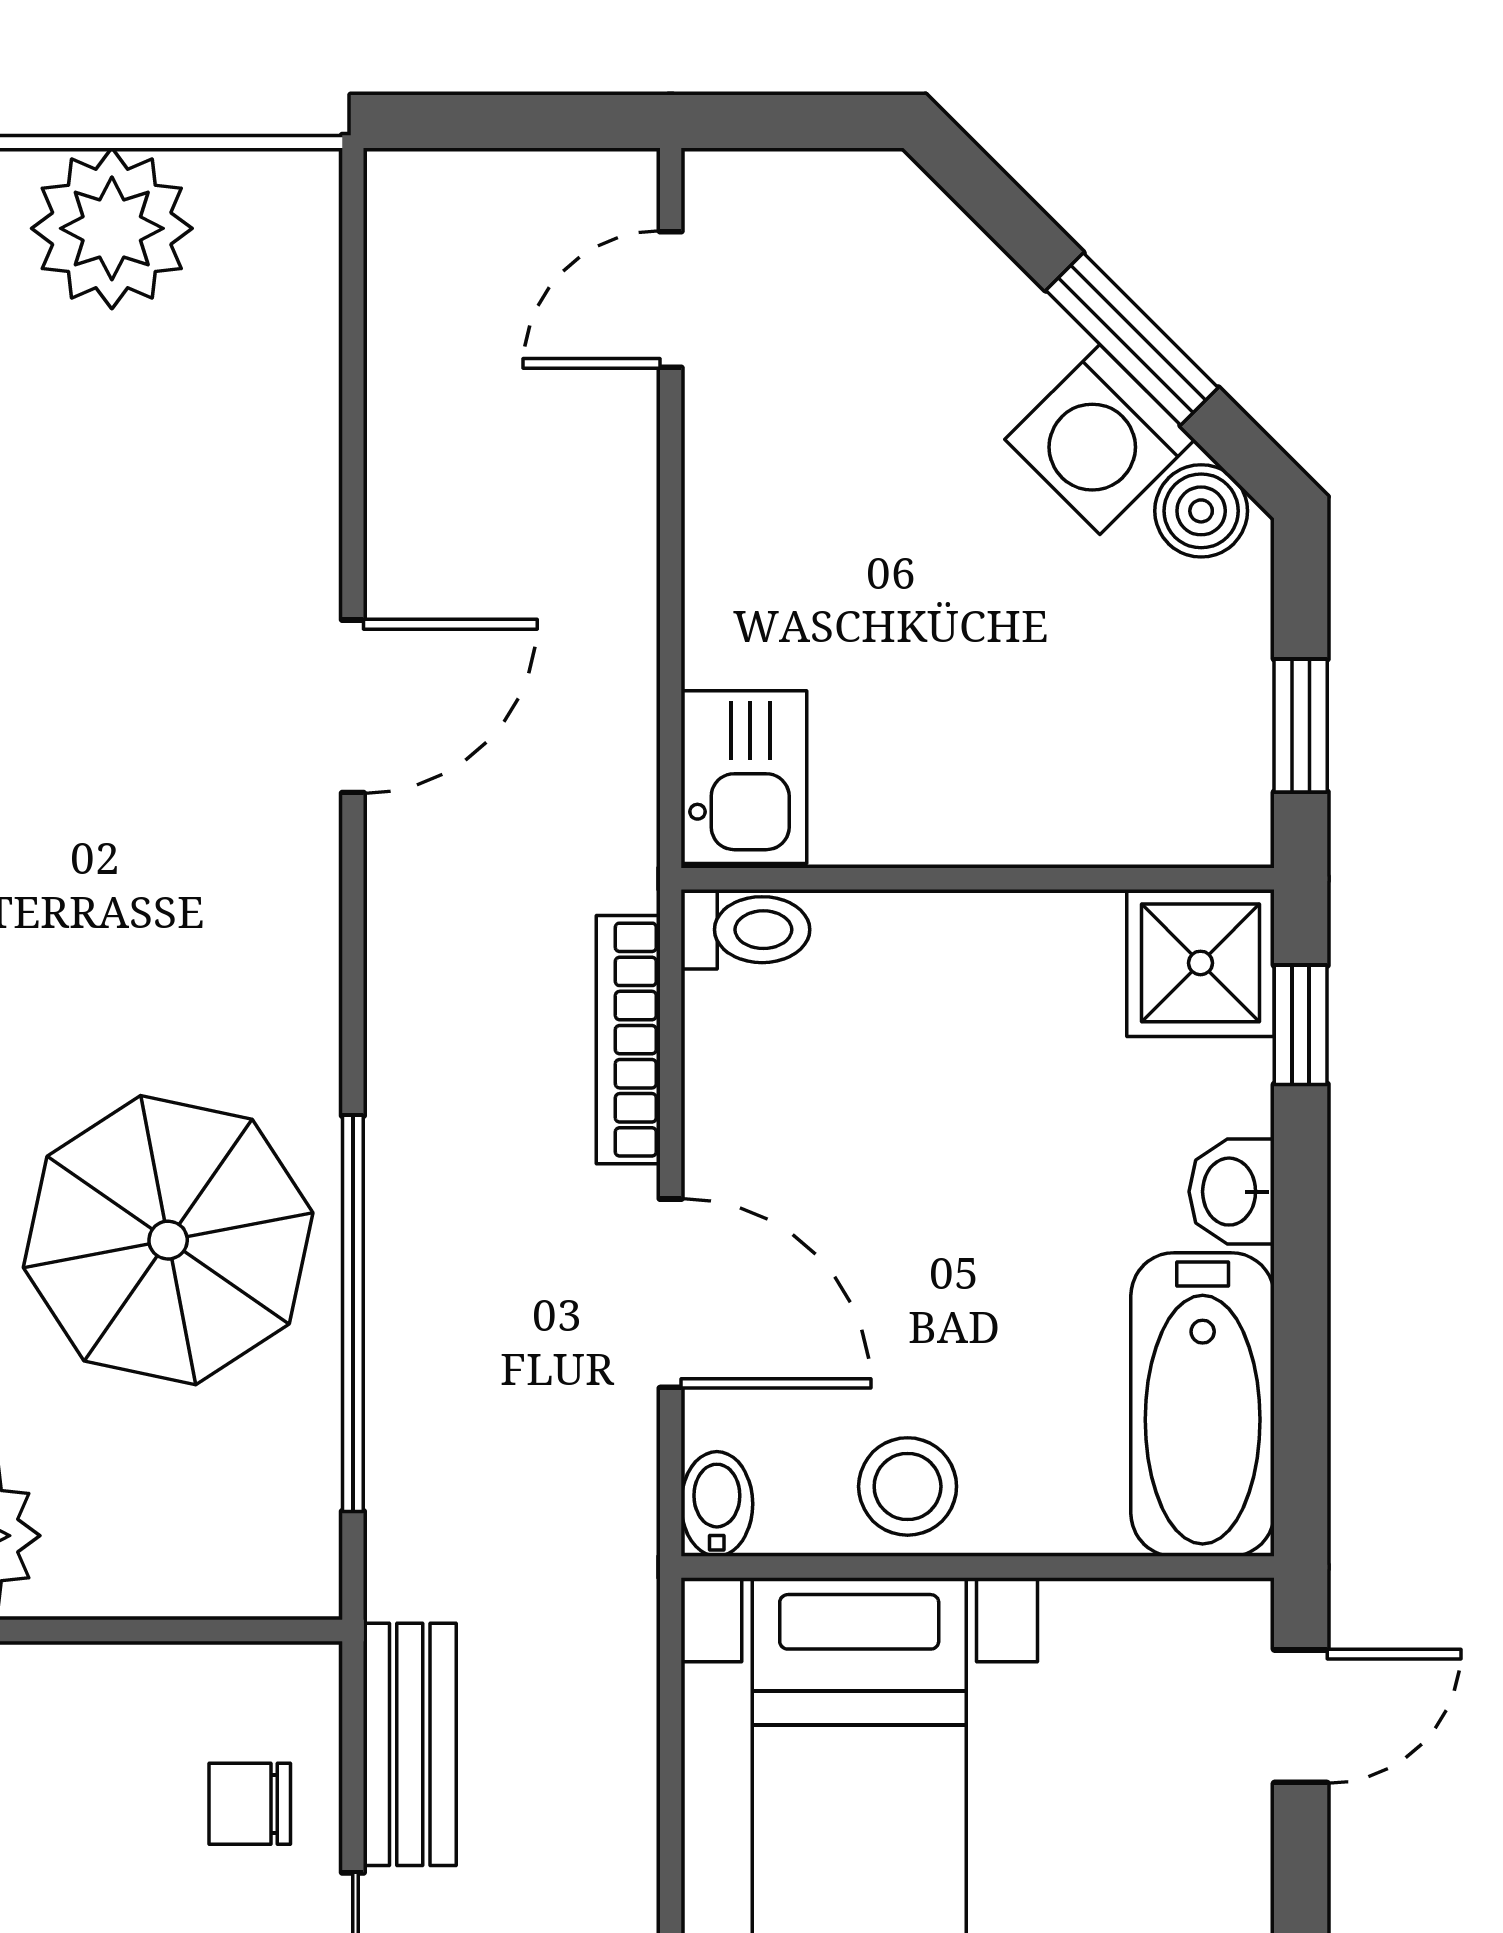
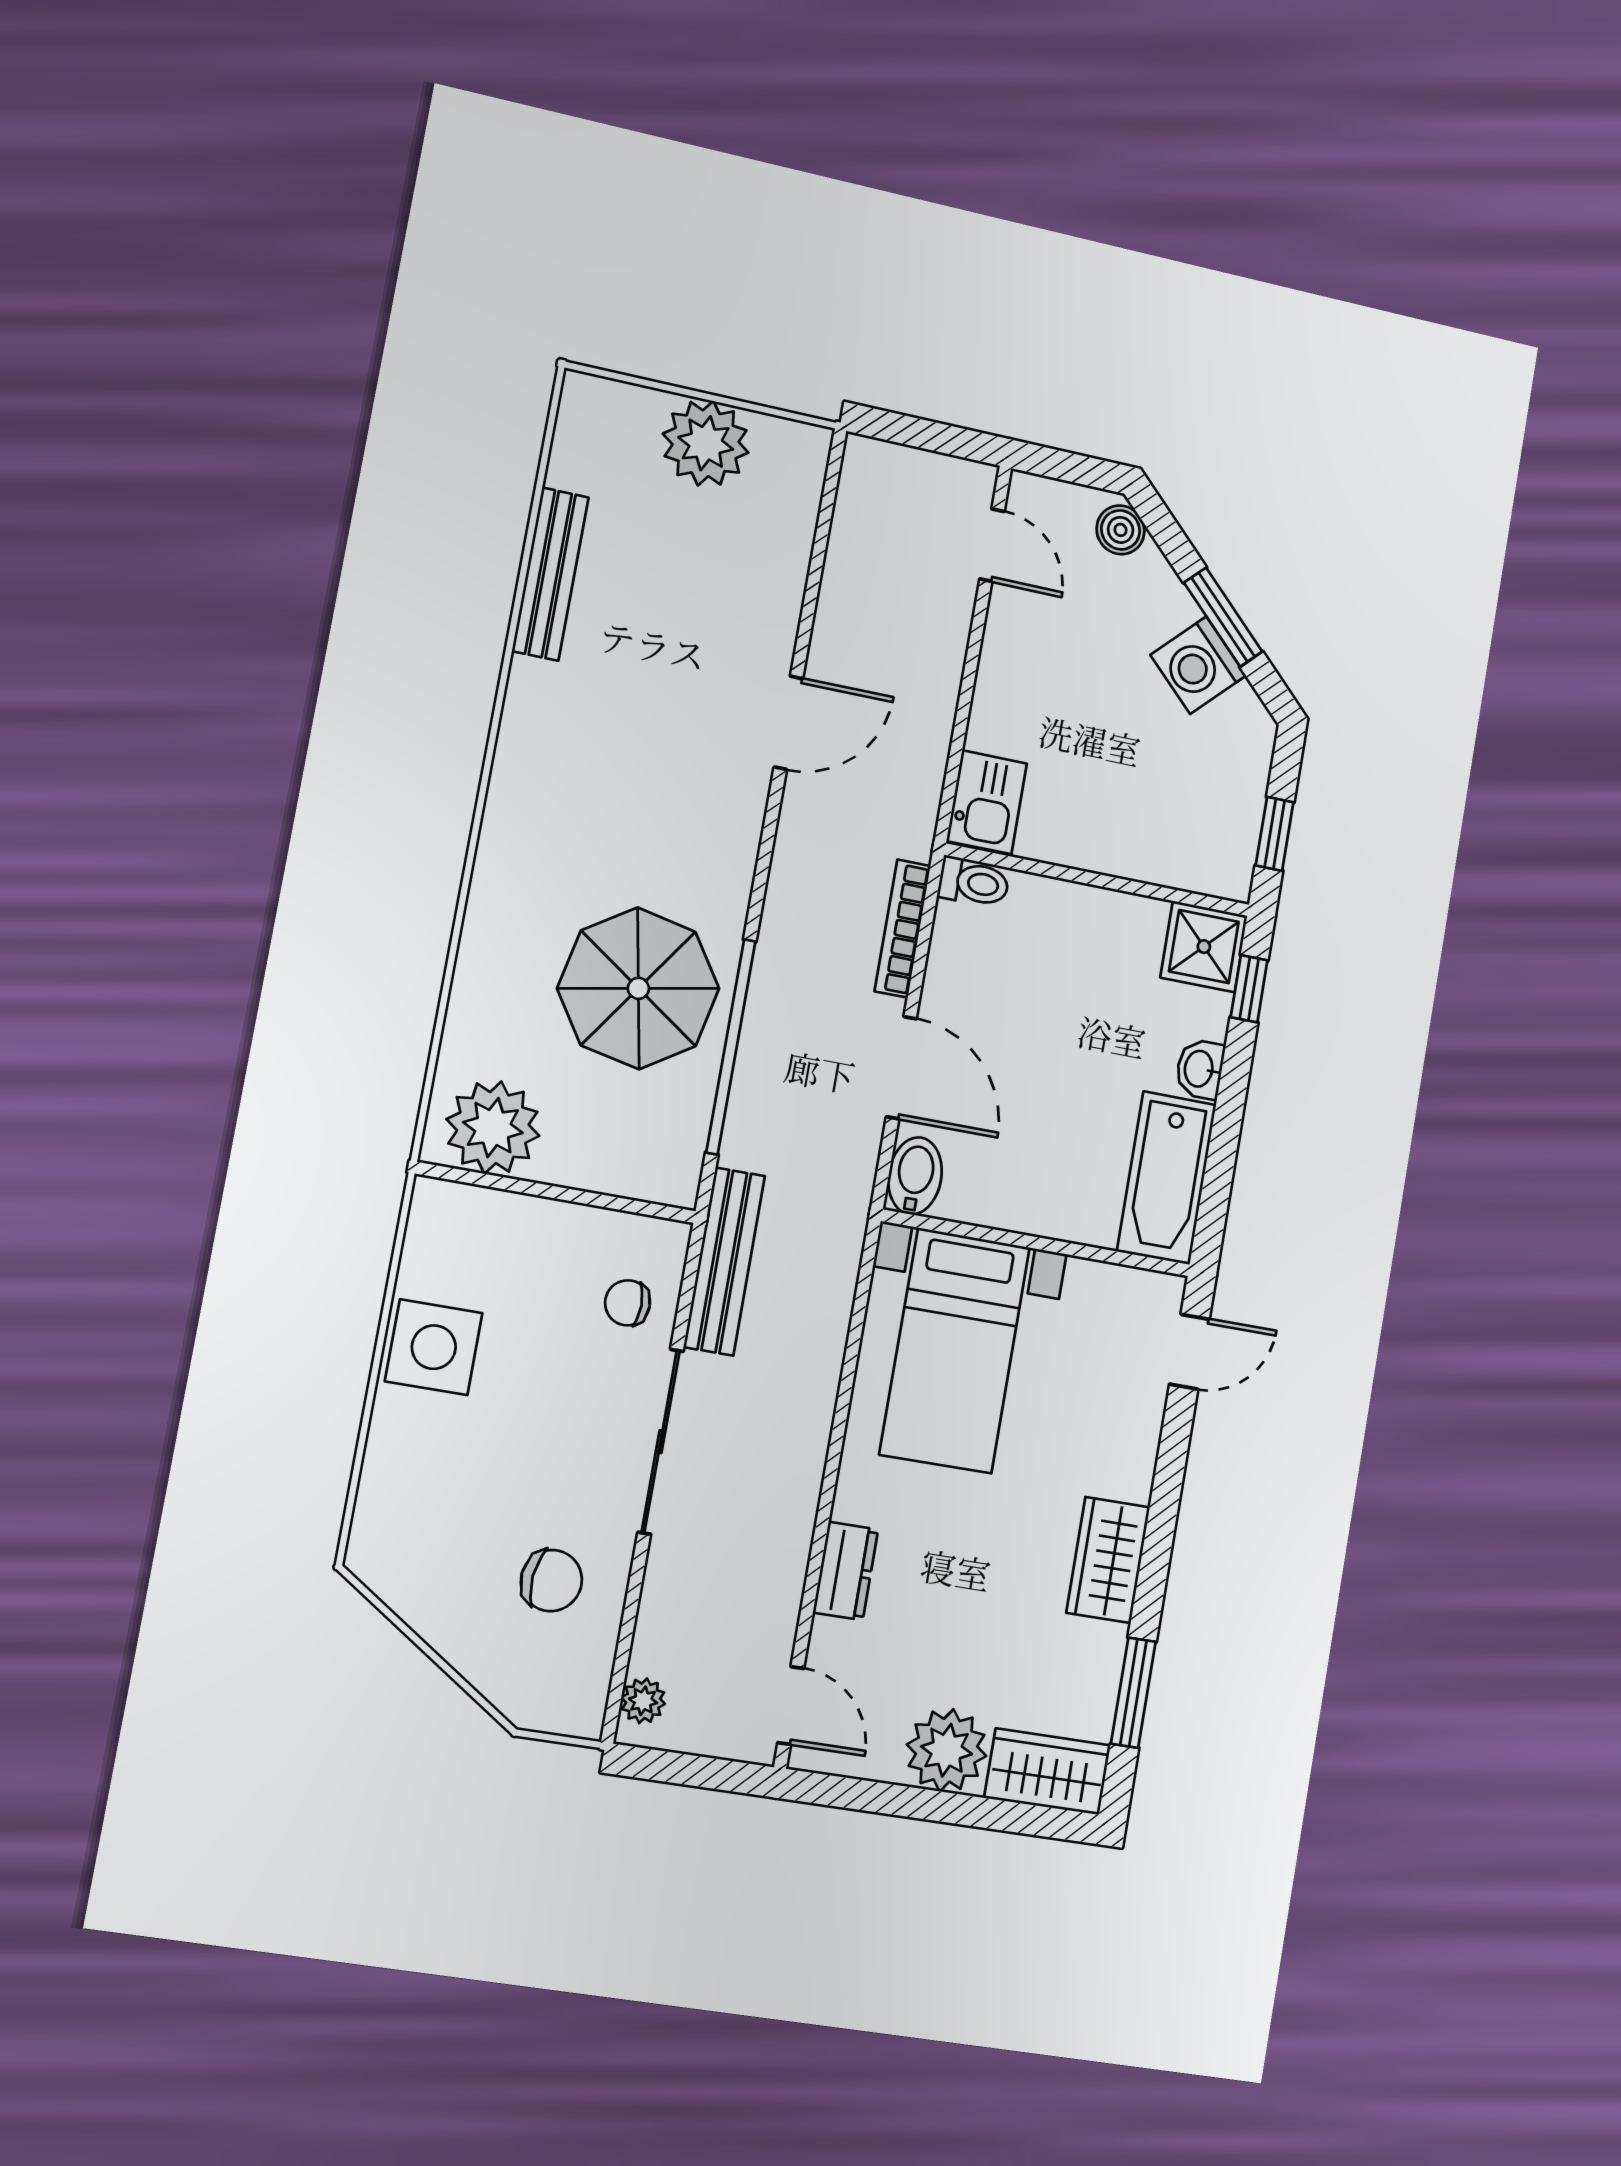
door: (671, 300) -> (992, 545), swing flipped
boiler: (1201, 511) -> (1121, 530), moved
stool: (908, 1486) -> (1007, 1194), removed
bidet: (717, 1504) -> (915, 1176), width x1.38, depth x1.36
bench: (410, 1744) -> (724, 1261), width x1.36

